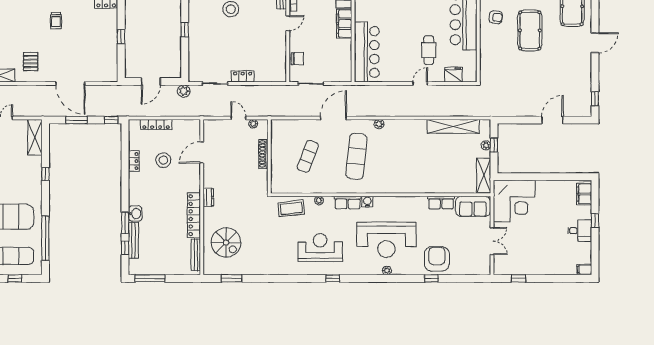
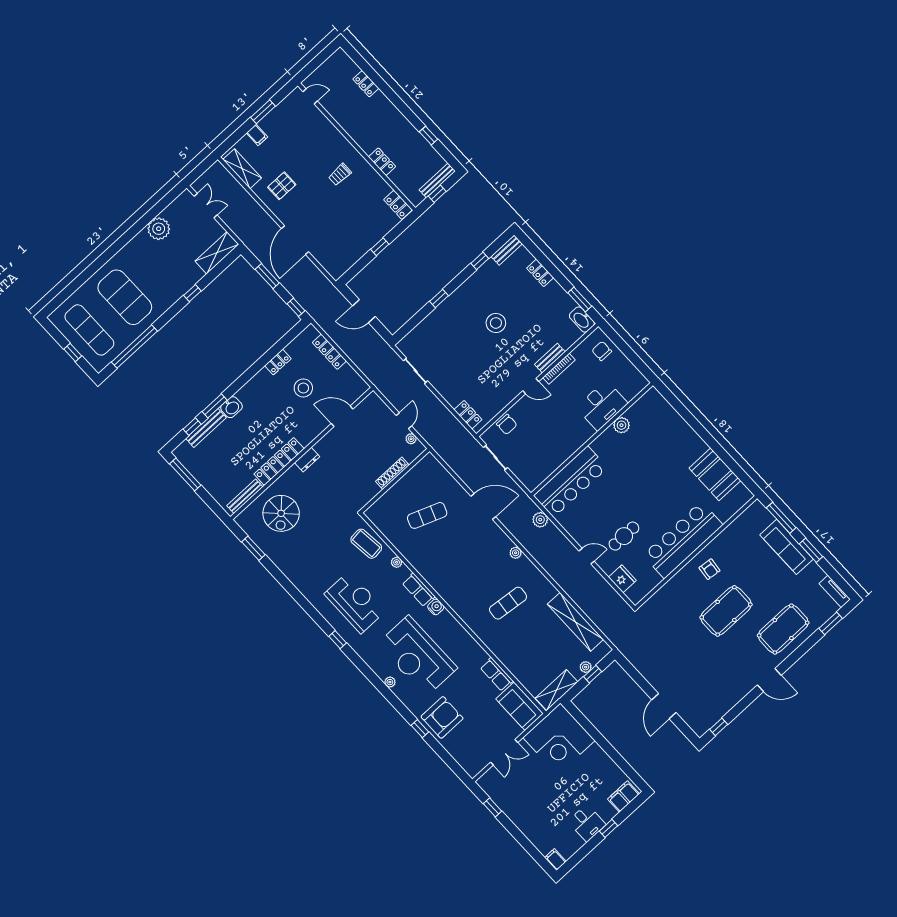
filing cabinet: (344, 24) -> (577, 438), removed
locker: (243, 76) -> (468, 415), moved
plant: (184, 91) -> (540, 520), moved
door: (552, 120) -> (664, 706), swing flipped
exercise mat: (356, 156) -> (508, 603), moved, width x0.73, depth x0.69

